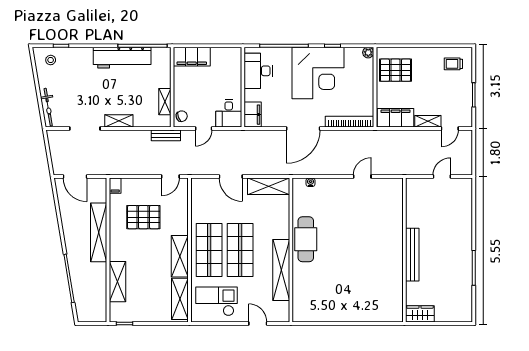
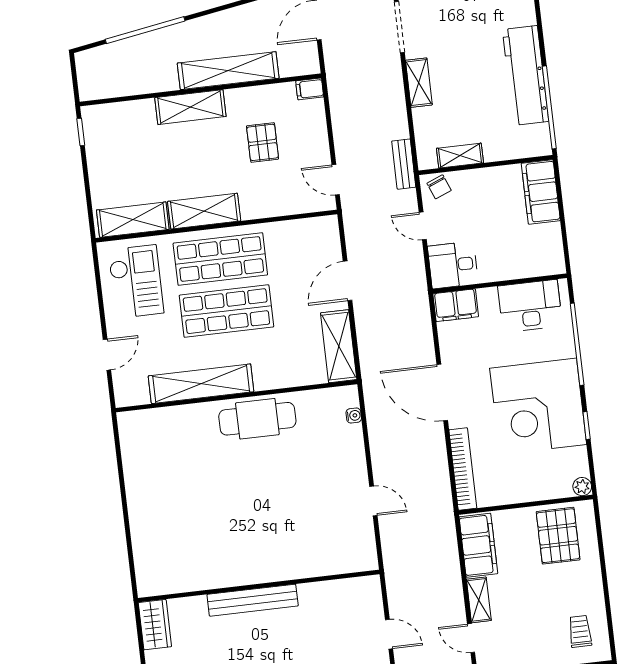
pallet: (143, 217) -> (263, 142), width x0.67, depth x0.71
shelving: (117, 282) -> (190, 107), moved

